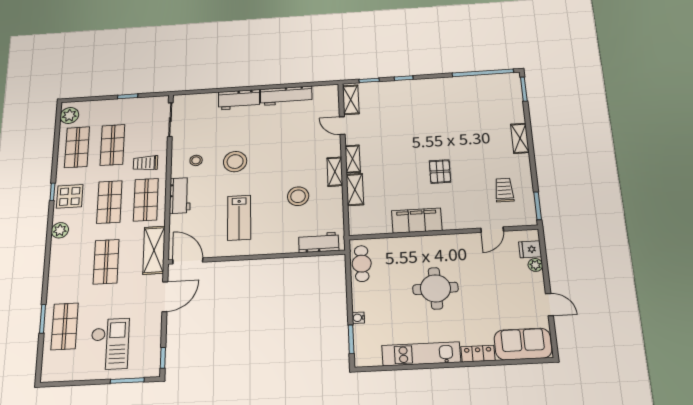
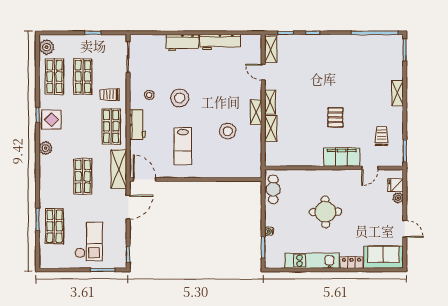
shop shelf: (109, 202) -> (83, 126), removed
filing cabinet: (417, 221) -> (342, 157), moved
workbench: (319, 242) -> (242, 170), removed

